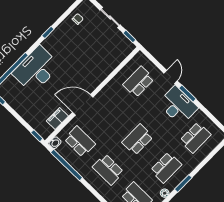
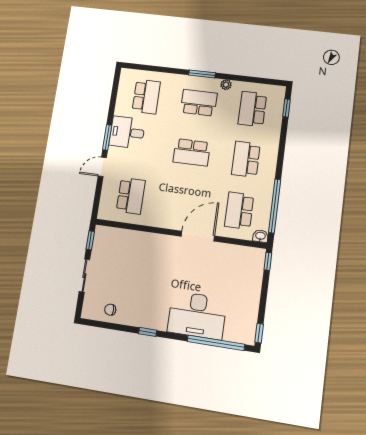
school desk: (138, 82) -> (131, 196), turned -90
door: (83, 105) -> (198, 236), swing flipped
desk: (178, 105) -> (127, 132), width x0.73
filing cabinet: (57, 119) -> (233, 253), removed
school desk: (195, 138) -> (146, 97), turned 90
school desk: (108, 169) -> (246, 159), turned 180

